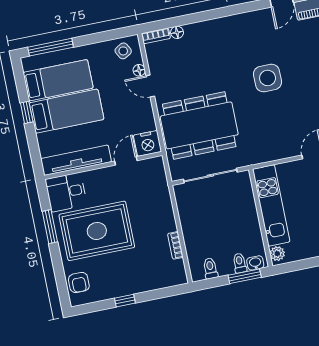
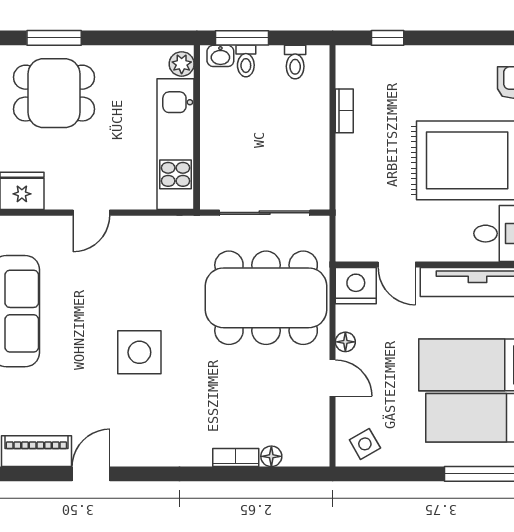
bookcase: (156, 36) -> (236, 458), moved
floor lamp: (139, 70) -> (345, 342), moved
door: (126, 161) -> (397, 265), hinge flipped
window: (125, 301) -> (388, 38), moved

